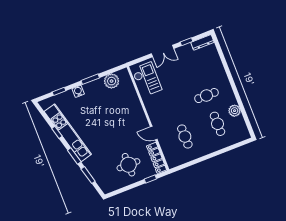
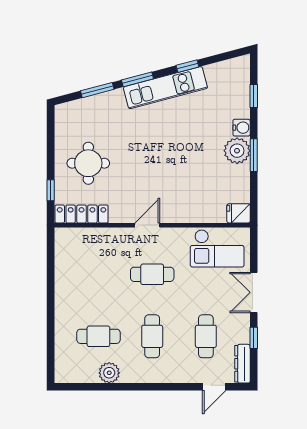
door: (220, 53) -> (214, 387), added
cafe table: (195, 67) -> (206, 336), added
fridge: (124, 75) -> (239, 213), added
plant: (112, 81) -> (237, 151), moved
kitchen unit: (68, 133) -> (165, 88), width x0.73
door: (154, 133) -> (147, 225), moved
cafe table: (185, 137) -> (152, 274), moved

